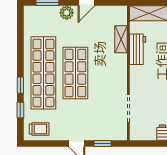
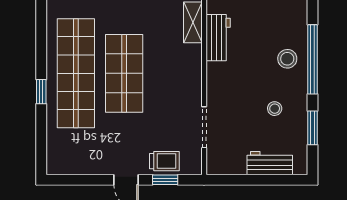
window: (20, 110) -> (41, 129), removed
trolley: (39, 129) -> (164, 161), moved

